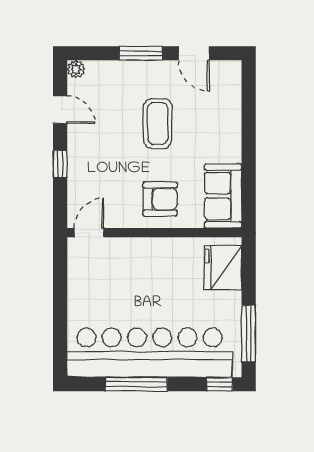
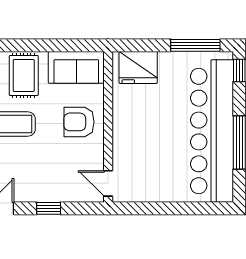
rug: (214, 135) -> (24, 75), added
armchair: (160, 199) -> (79, 122), turned -90

